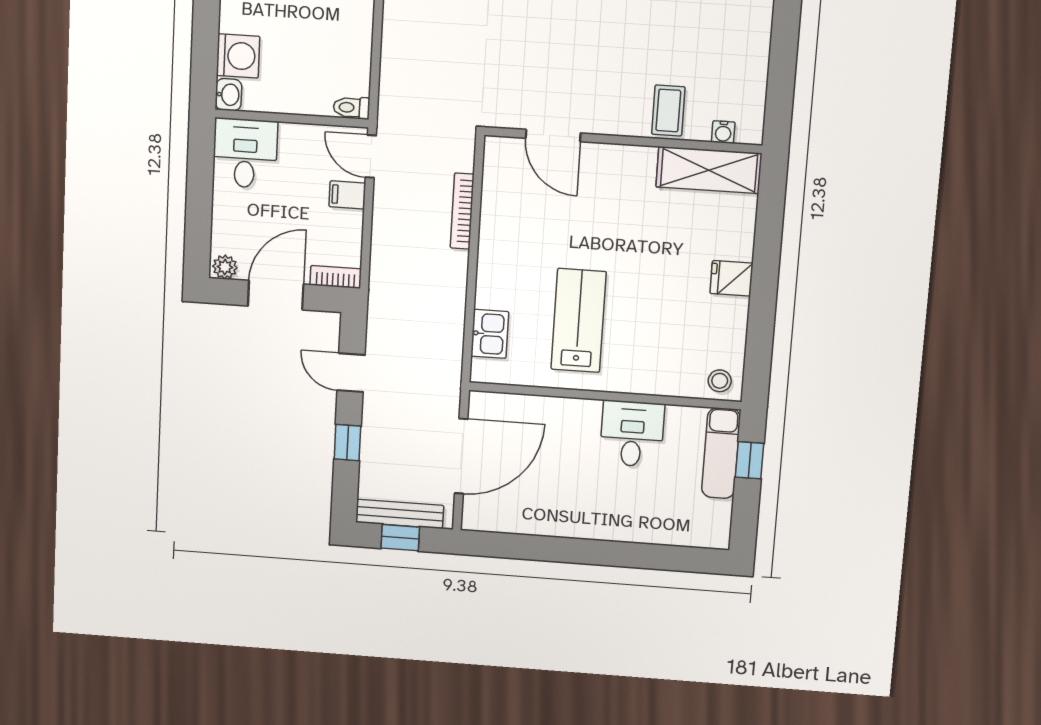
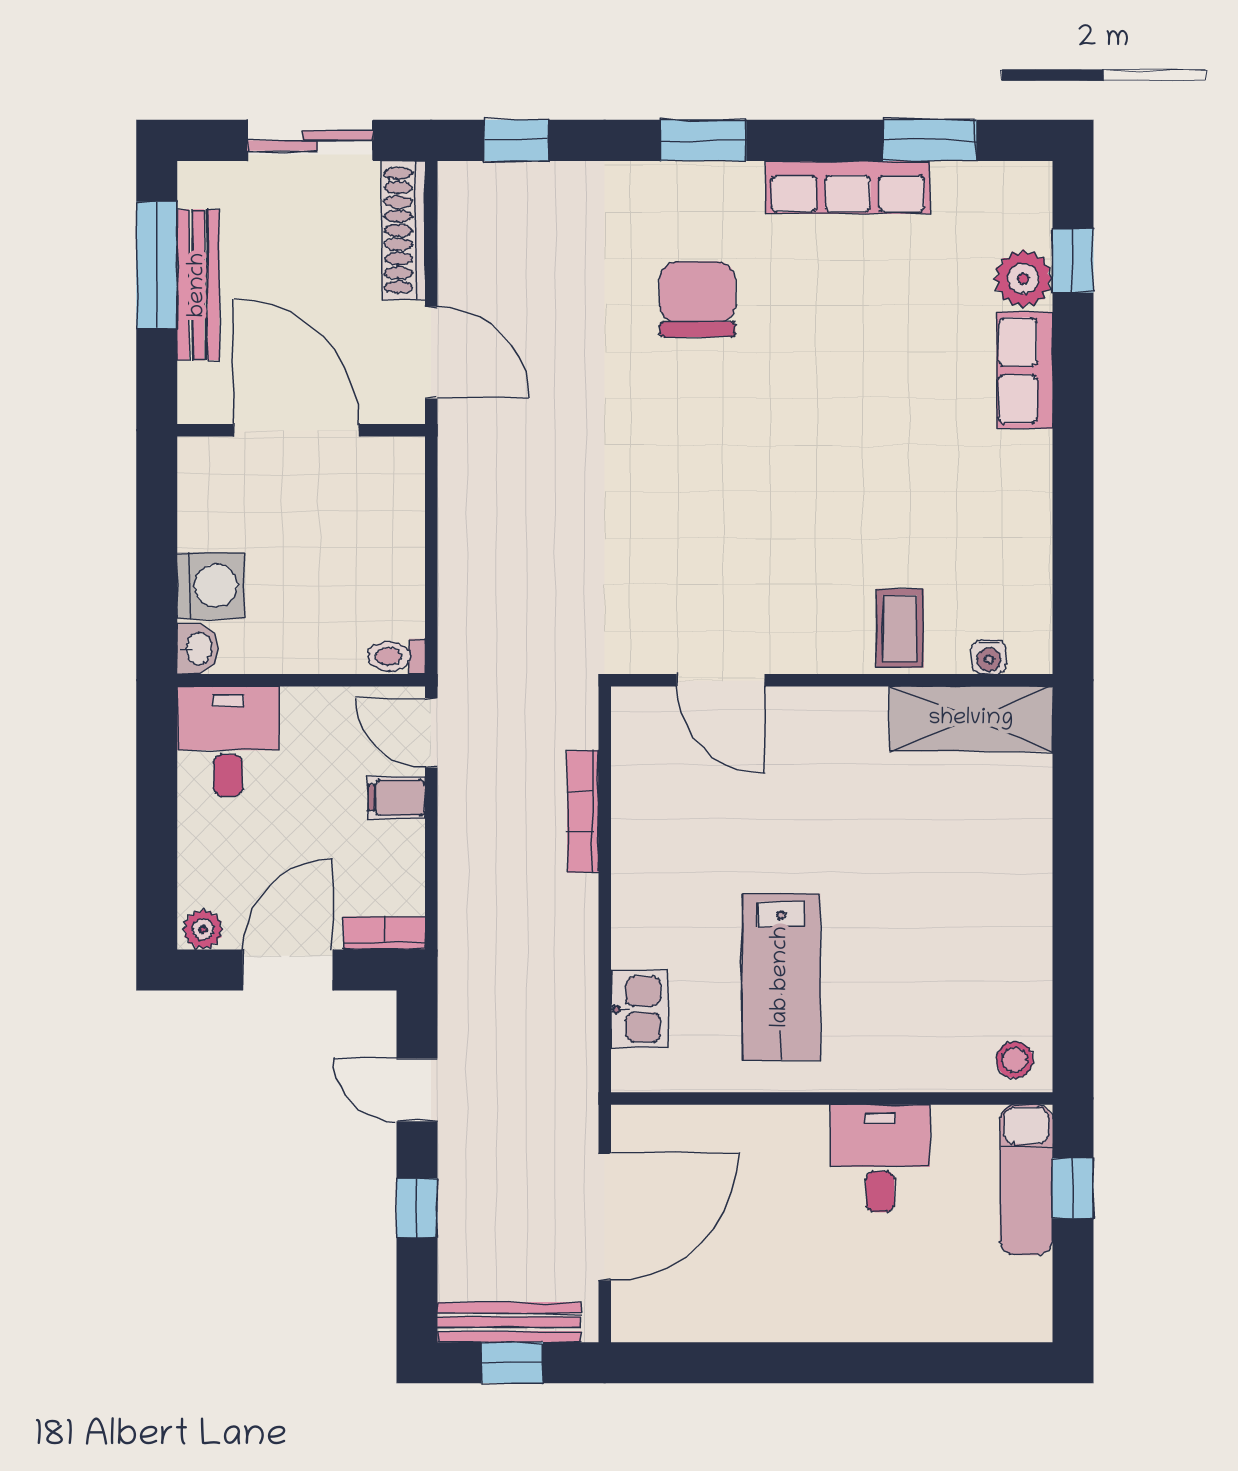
fridge: (731, 278) -> (1020, 891), removed
lab bench: (579, 321) -> (781, 977), turned 180

